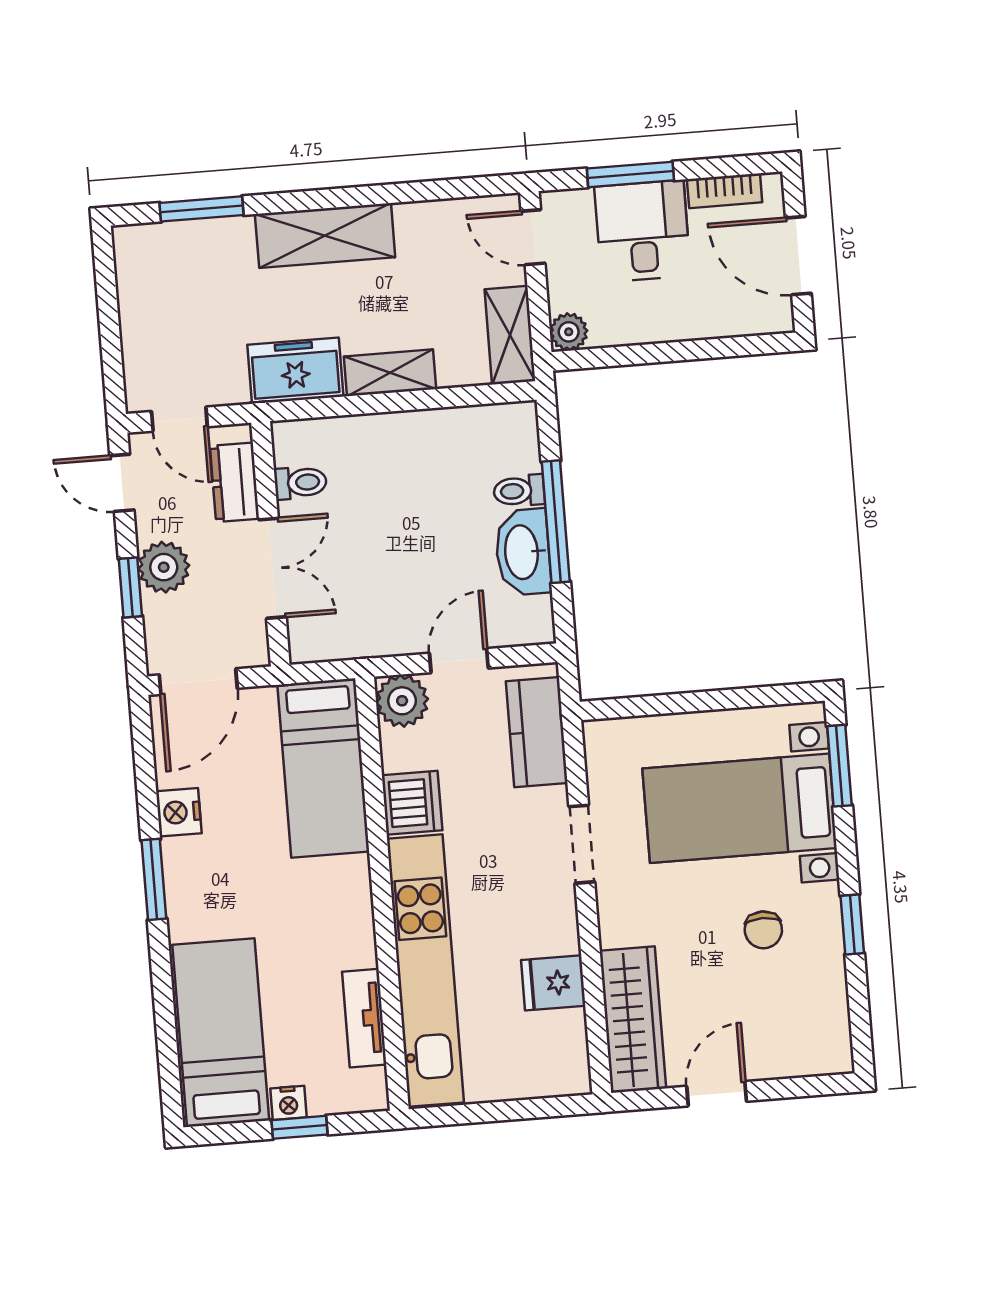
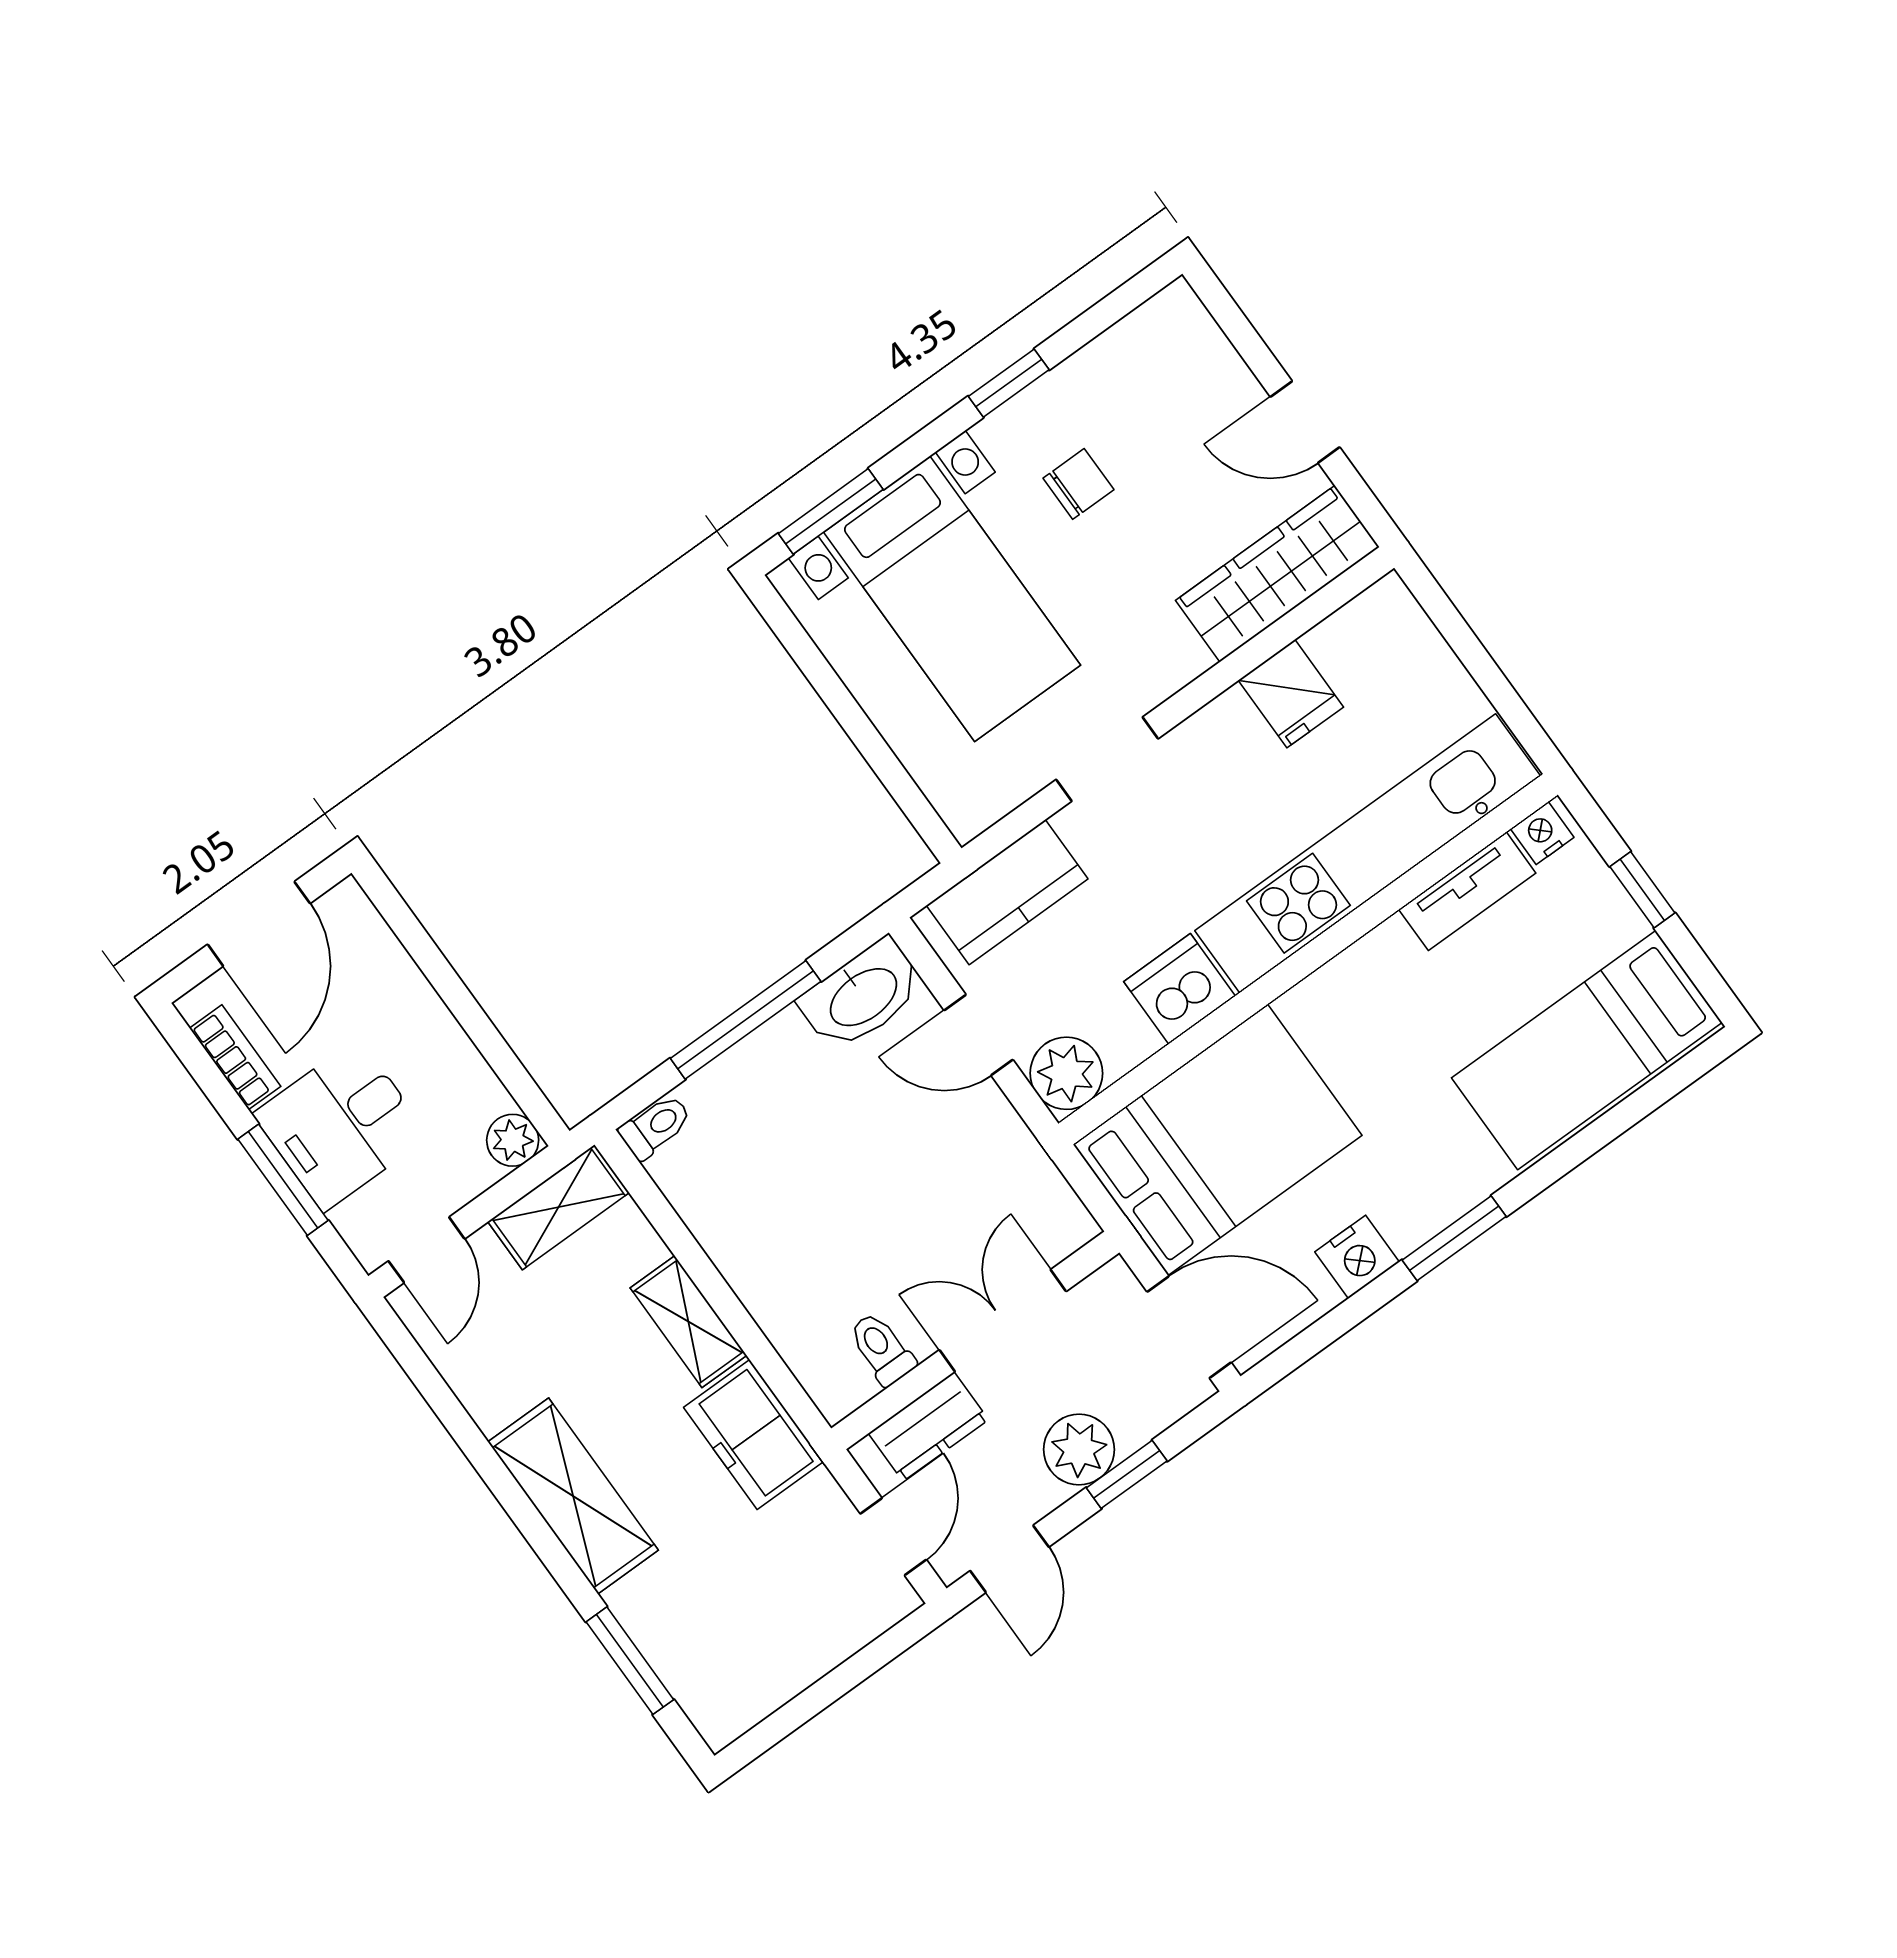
toilet: (519, 491) -> (656, 1126), moved, turned -90
washbasin: (523, 552) -> (862, 995), moved
bed: (323, 768) -> (1218, 1140), width x1.50
nightstand: (288, 1103) -> (1542, 833), moved, turned -90

